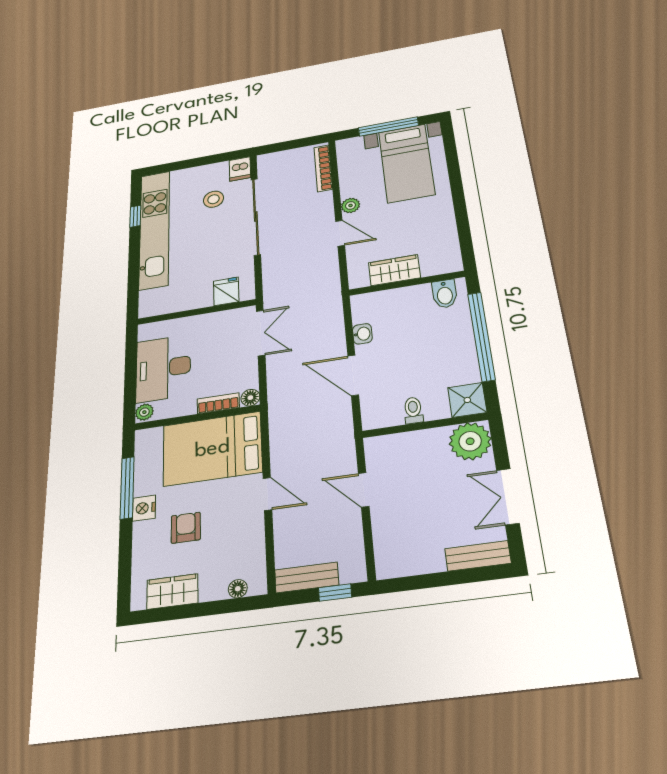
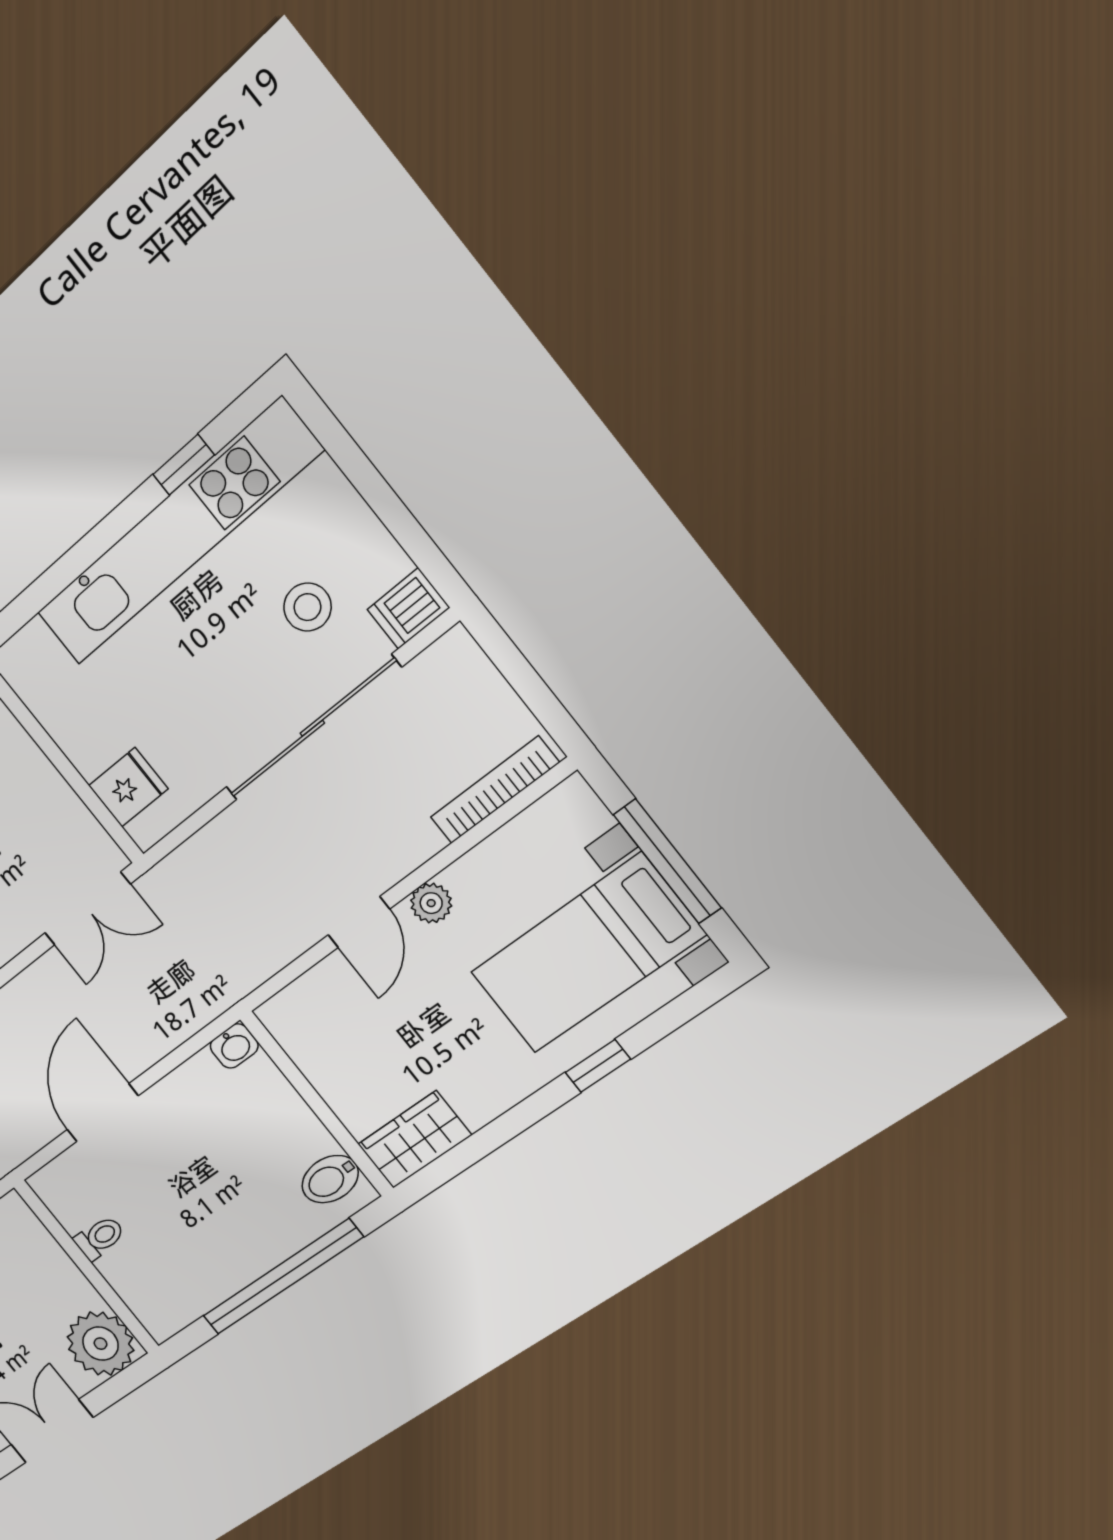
window: (455, 176) -> (598, 1066), added
wardrobe: (394, 270) -> (415, 1140), moved, turned -90
washbasin: (362, 334) -> (234, 1046), moved
shower: (467, 400) -> (162, 1308), removed

